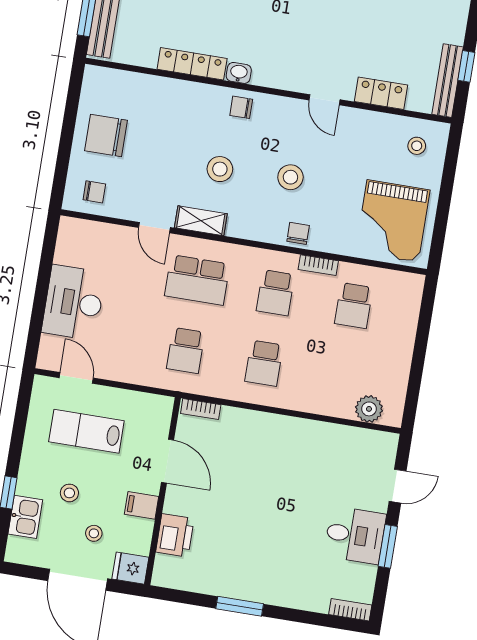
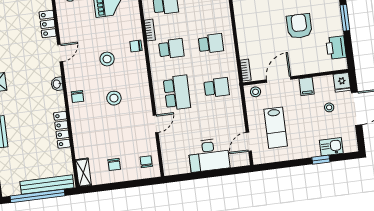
washbasin: (239, 73) -> (57, 84), moved
chair: (106, 135) -> (114, 164), width x0.54, depth x0.54
shelving: (201, 221) -> (83, 173), moved
stool: (69, 493) -> (256, 92), moved
armchair: (249, 524) -> (299, 26), added
printer: (175, 535) -> (336, 48), moved, turned -90

